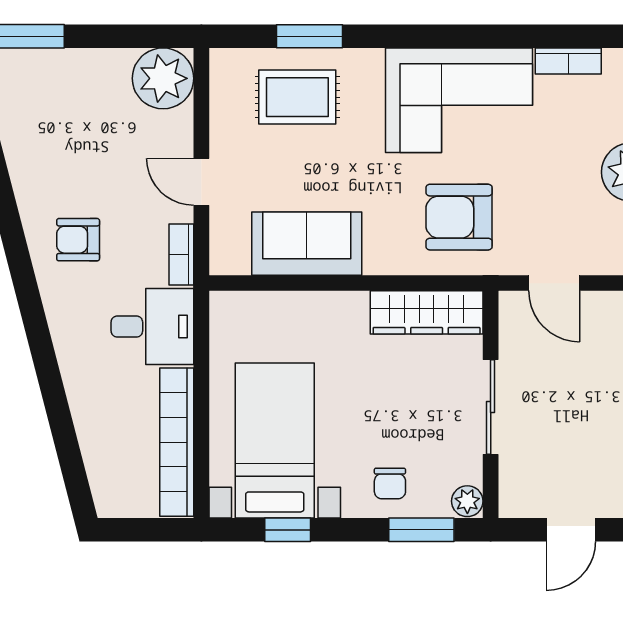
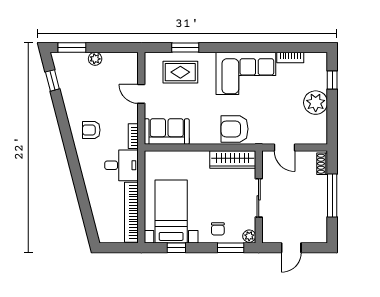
plant: (163, 78) -> (95, 59), moved, width x0.53, depth x0.53
door: (201, 182) -> (141, 94), moved
armchair: (459, 217) -> (235, 129), moved
sofa: (307, 244) -> (167, 132), moved

